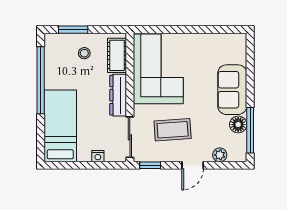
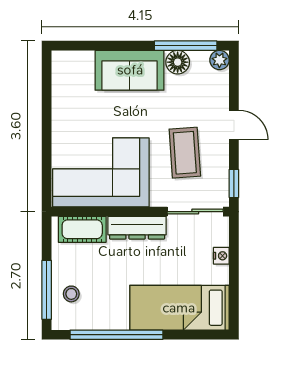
window: (73, 30) -> (47, 290), width x1.44
stool: (84, 53) -> (71, 294), moved
plant: (220, 155) -> (219, 60), moved

